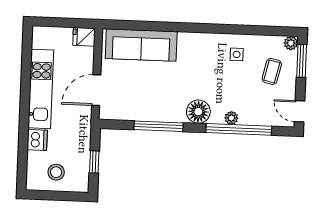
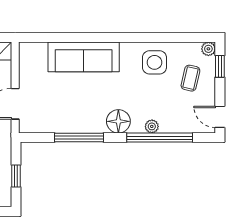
sofa: (141, 45) -> (84, 57), moved
side table: (237, 54) -> (154, 62), width x1.87, depth x1.87
window: (302, 61) -> (220, 66), width x0.67

